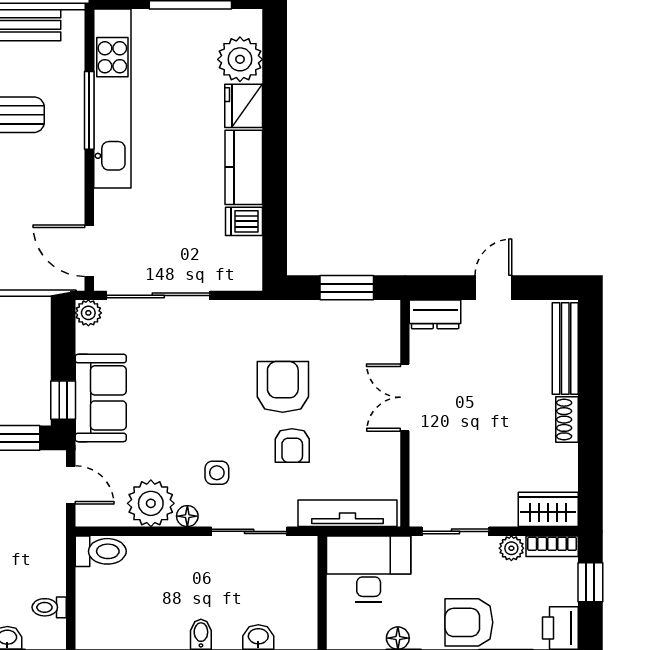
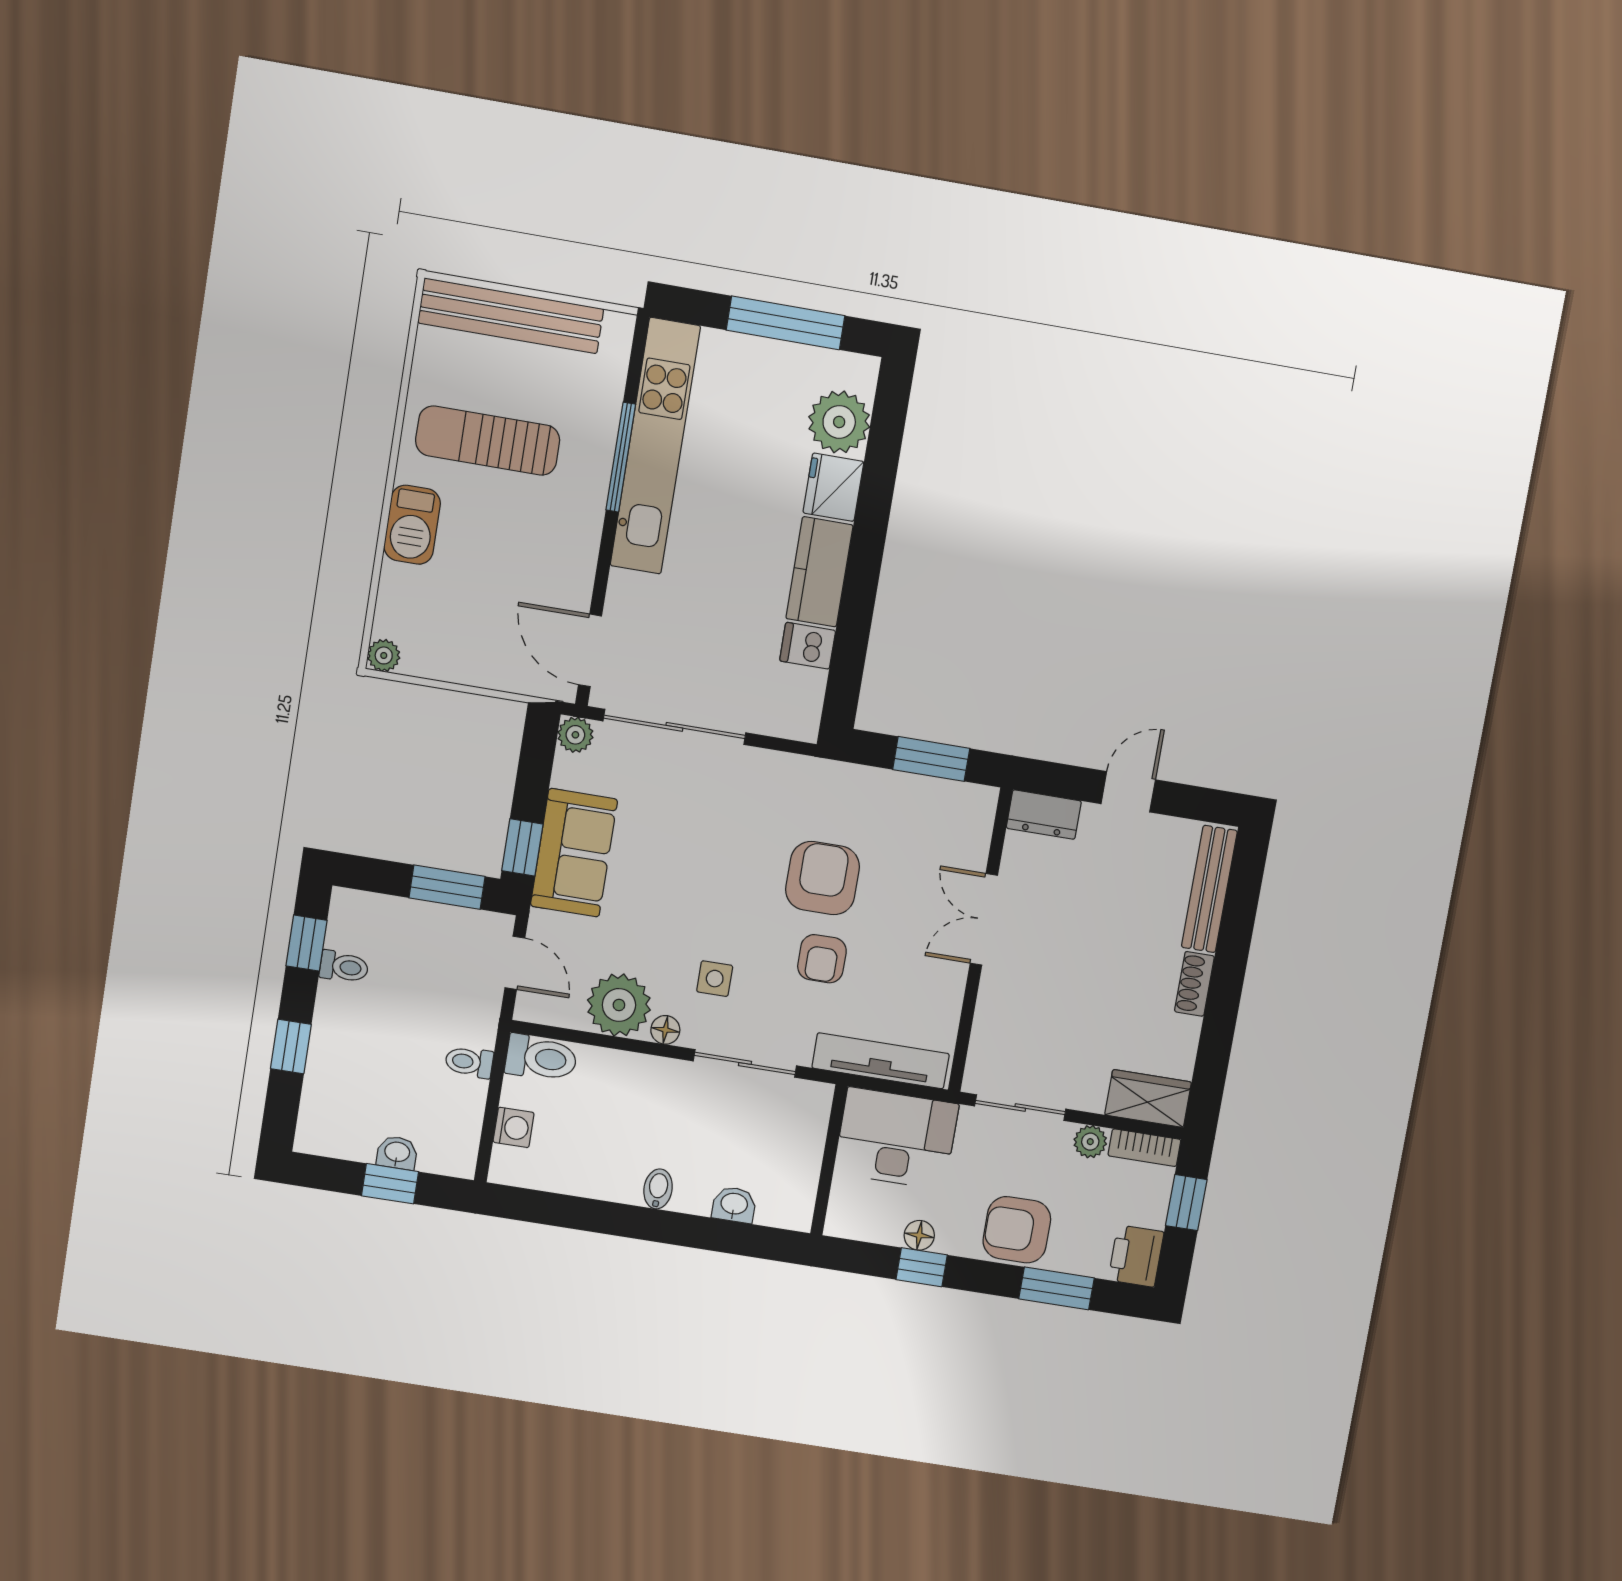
washing machine: (89, 606) -> (514, 1127), added
toilet: (49, 607) -> (469, 1062), moved

